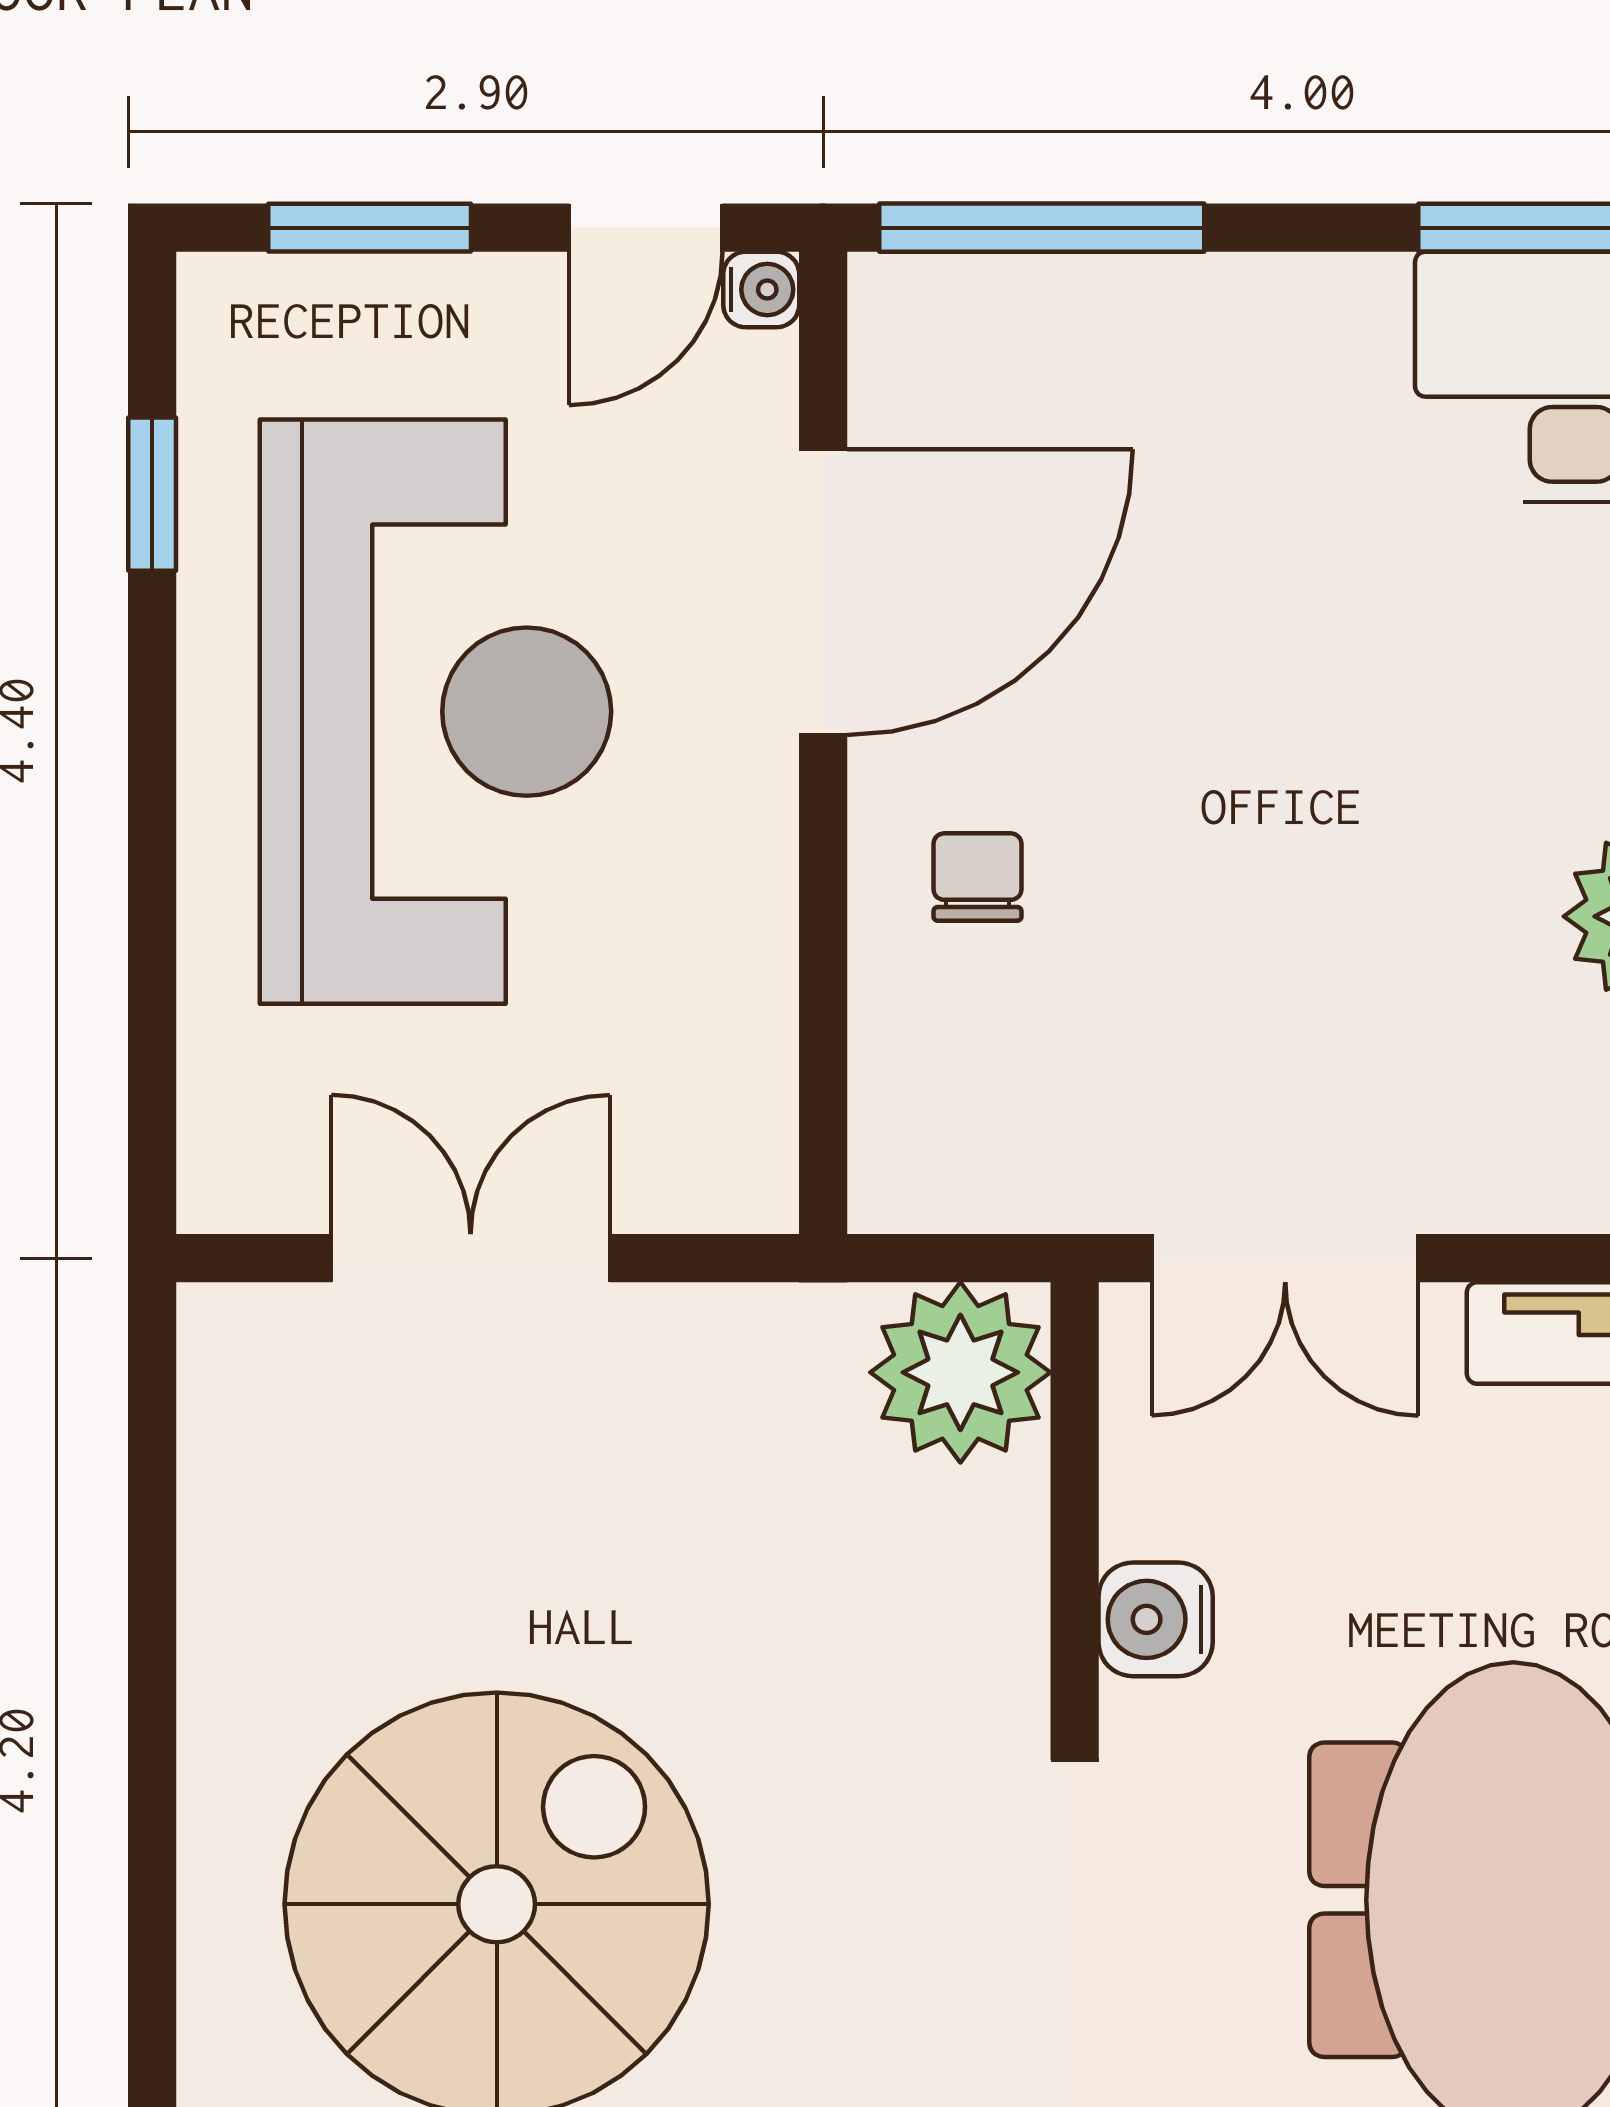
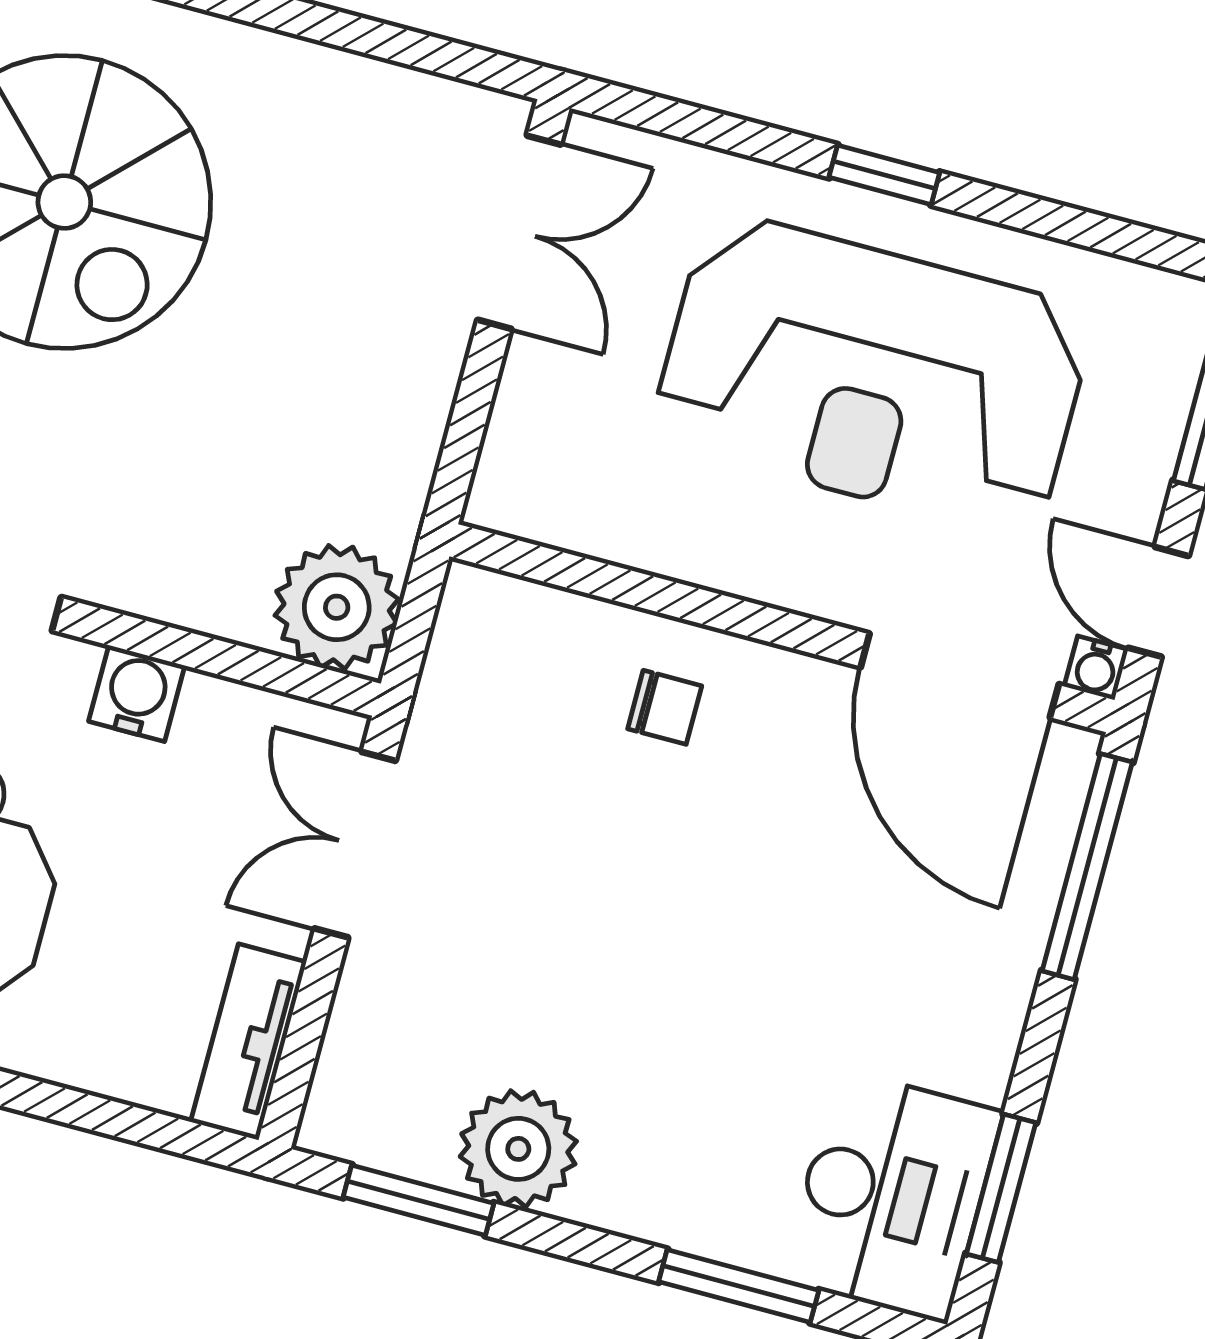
window: (152, 494) -> (884, 175), moved
door: (823, 592) -> (960, 676), moved
double door: (471, 1258) -> (519, 232), moved

